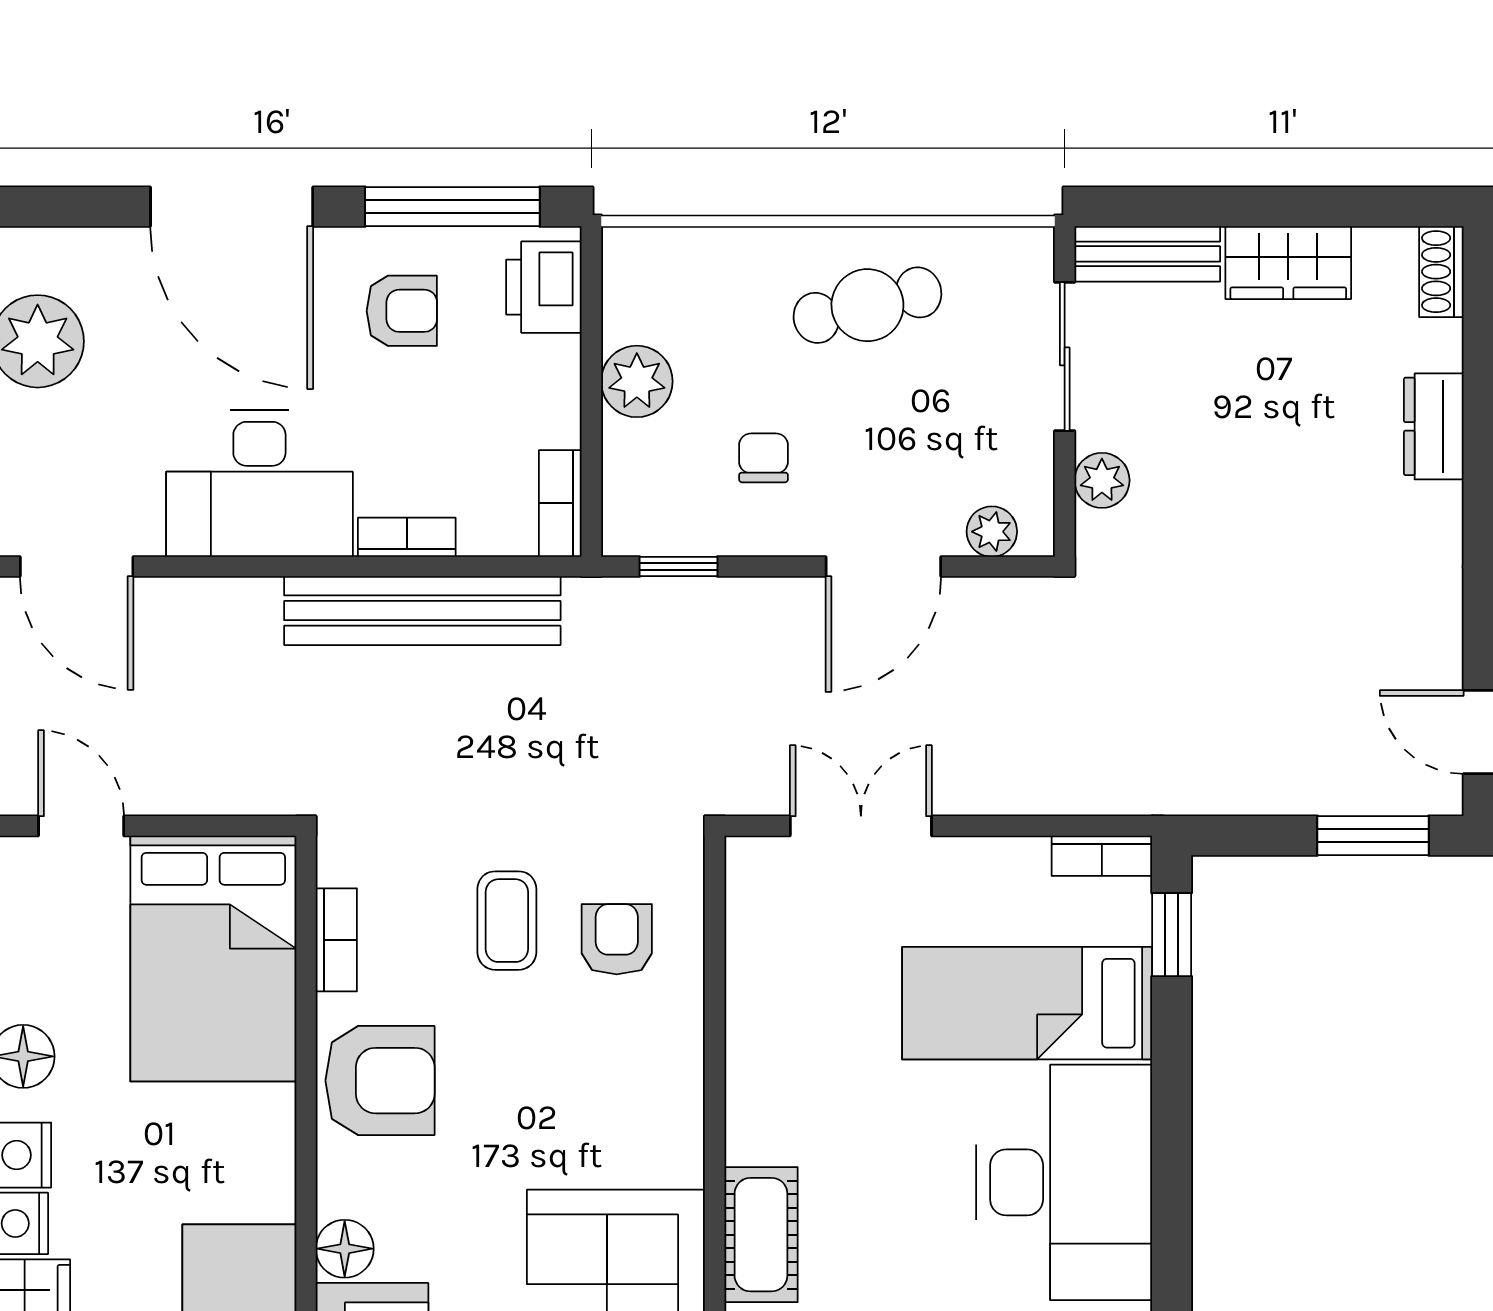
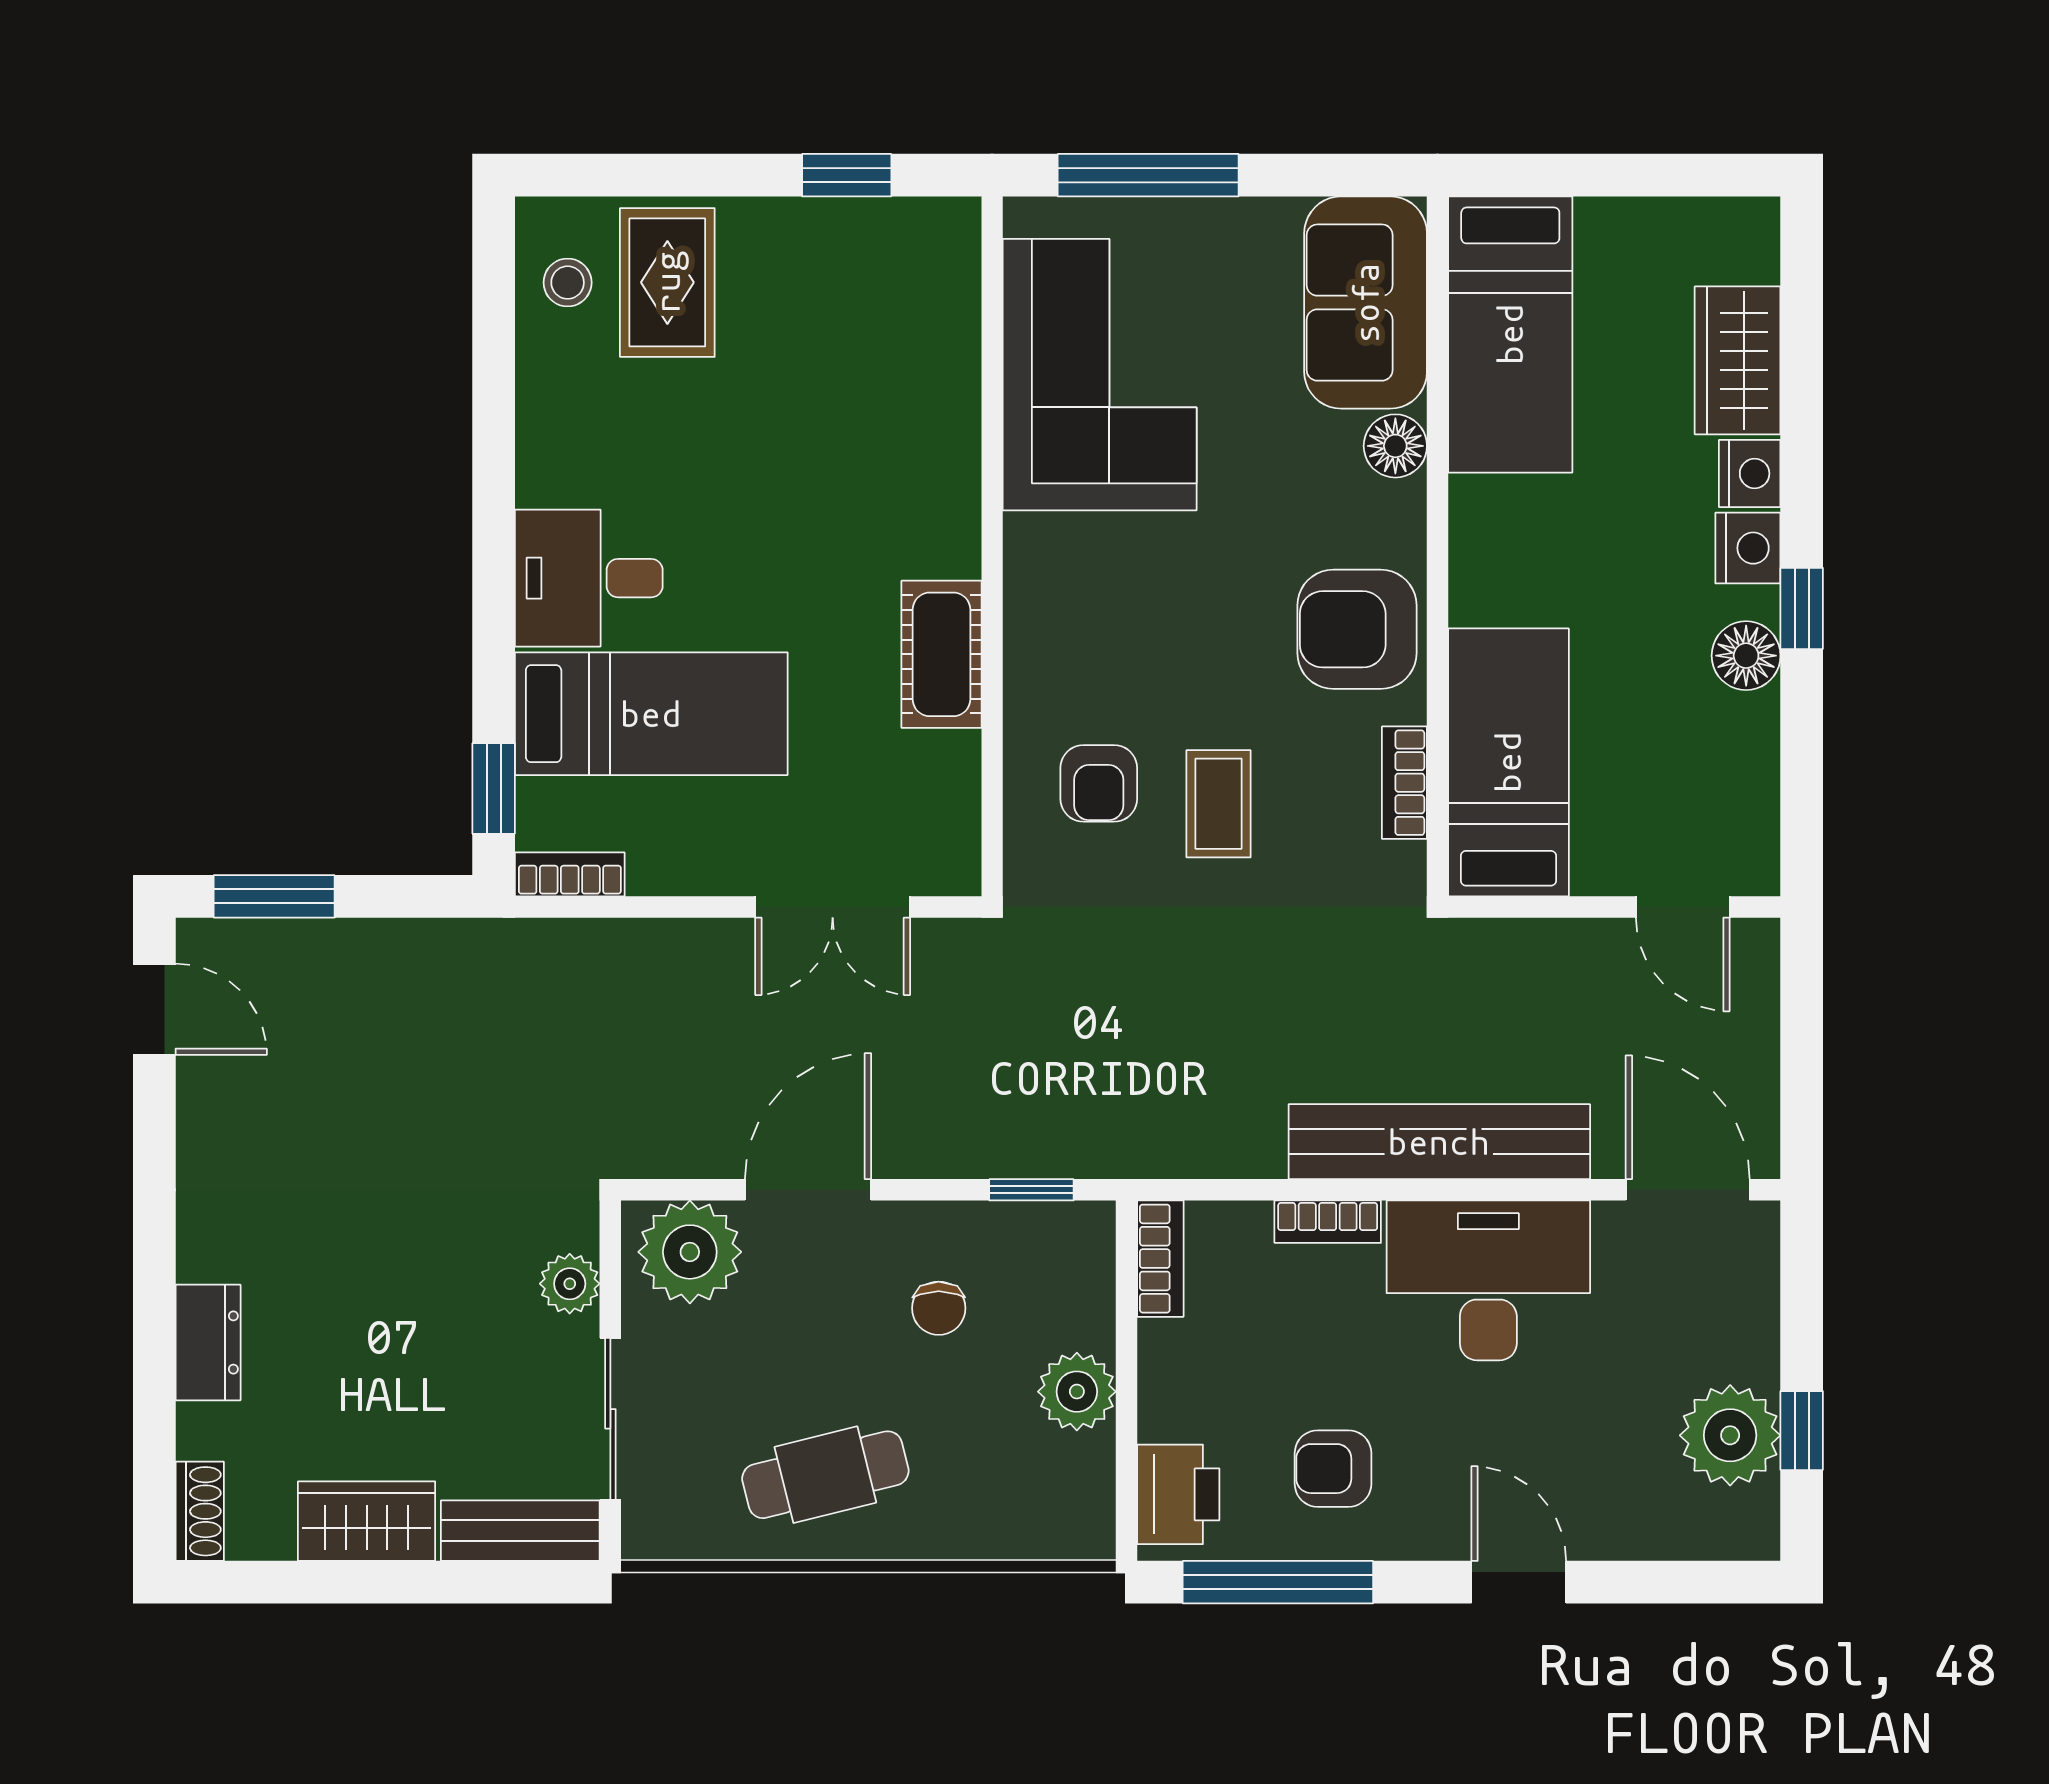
door: (232, 207) -> (1519, 1582), width x0.53
plant: (992, 532) -> (690, 1252), width x1.87, depth x1.87
bench: (422, 611) -> (1439, 1142), moved
bed: (213, 958) -> (1508, 762), width x0.67
desk: (1064, 1182) -> (589, 578), width x0.53, depth x0.77
cot: (761, 1235) -> (941, 654), moved

